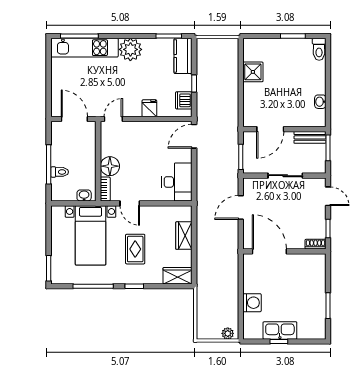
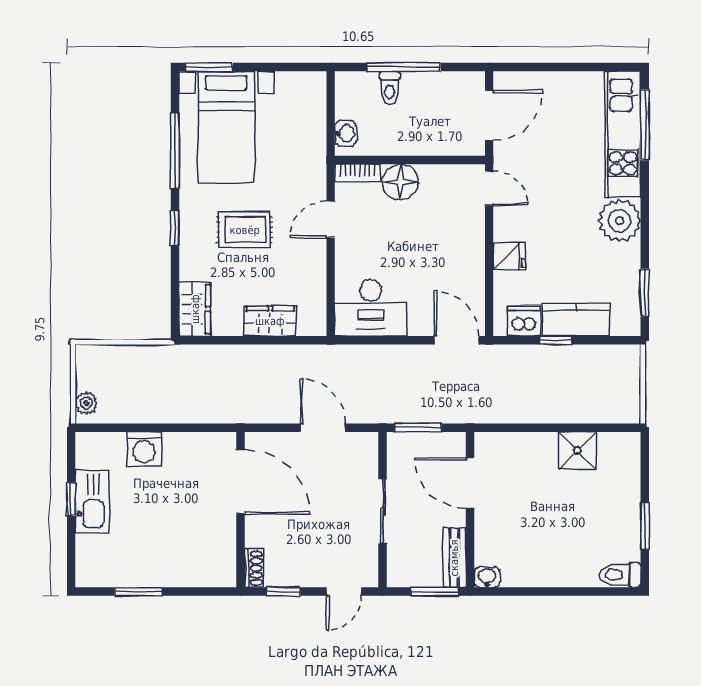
kitchen counter: (183, 56) -> (576, 319), moved
washbasin: (320, 102) -> (487, 577), moved
bed with nightstands: (91, 235) -> (226, 127), moved, turned -90
door: (269, 251) -> (240, 482), hinge flipped

